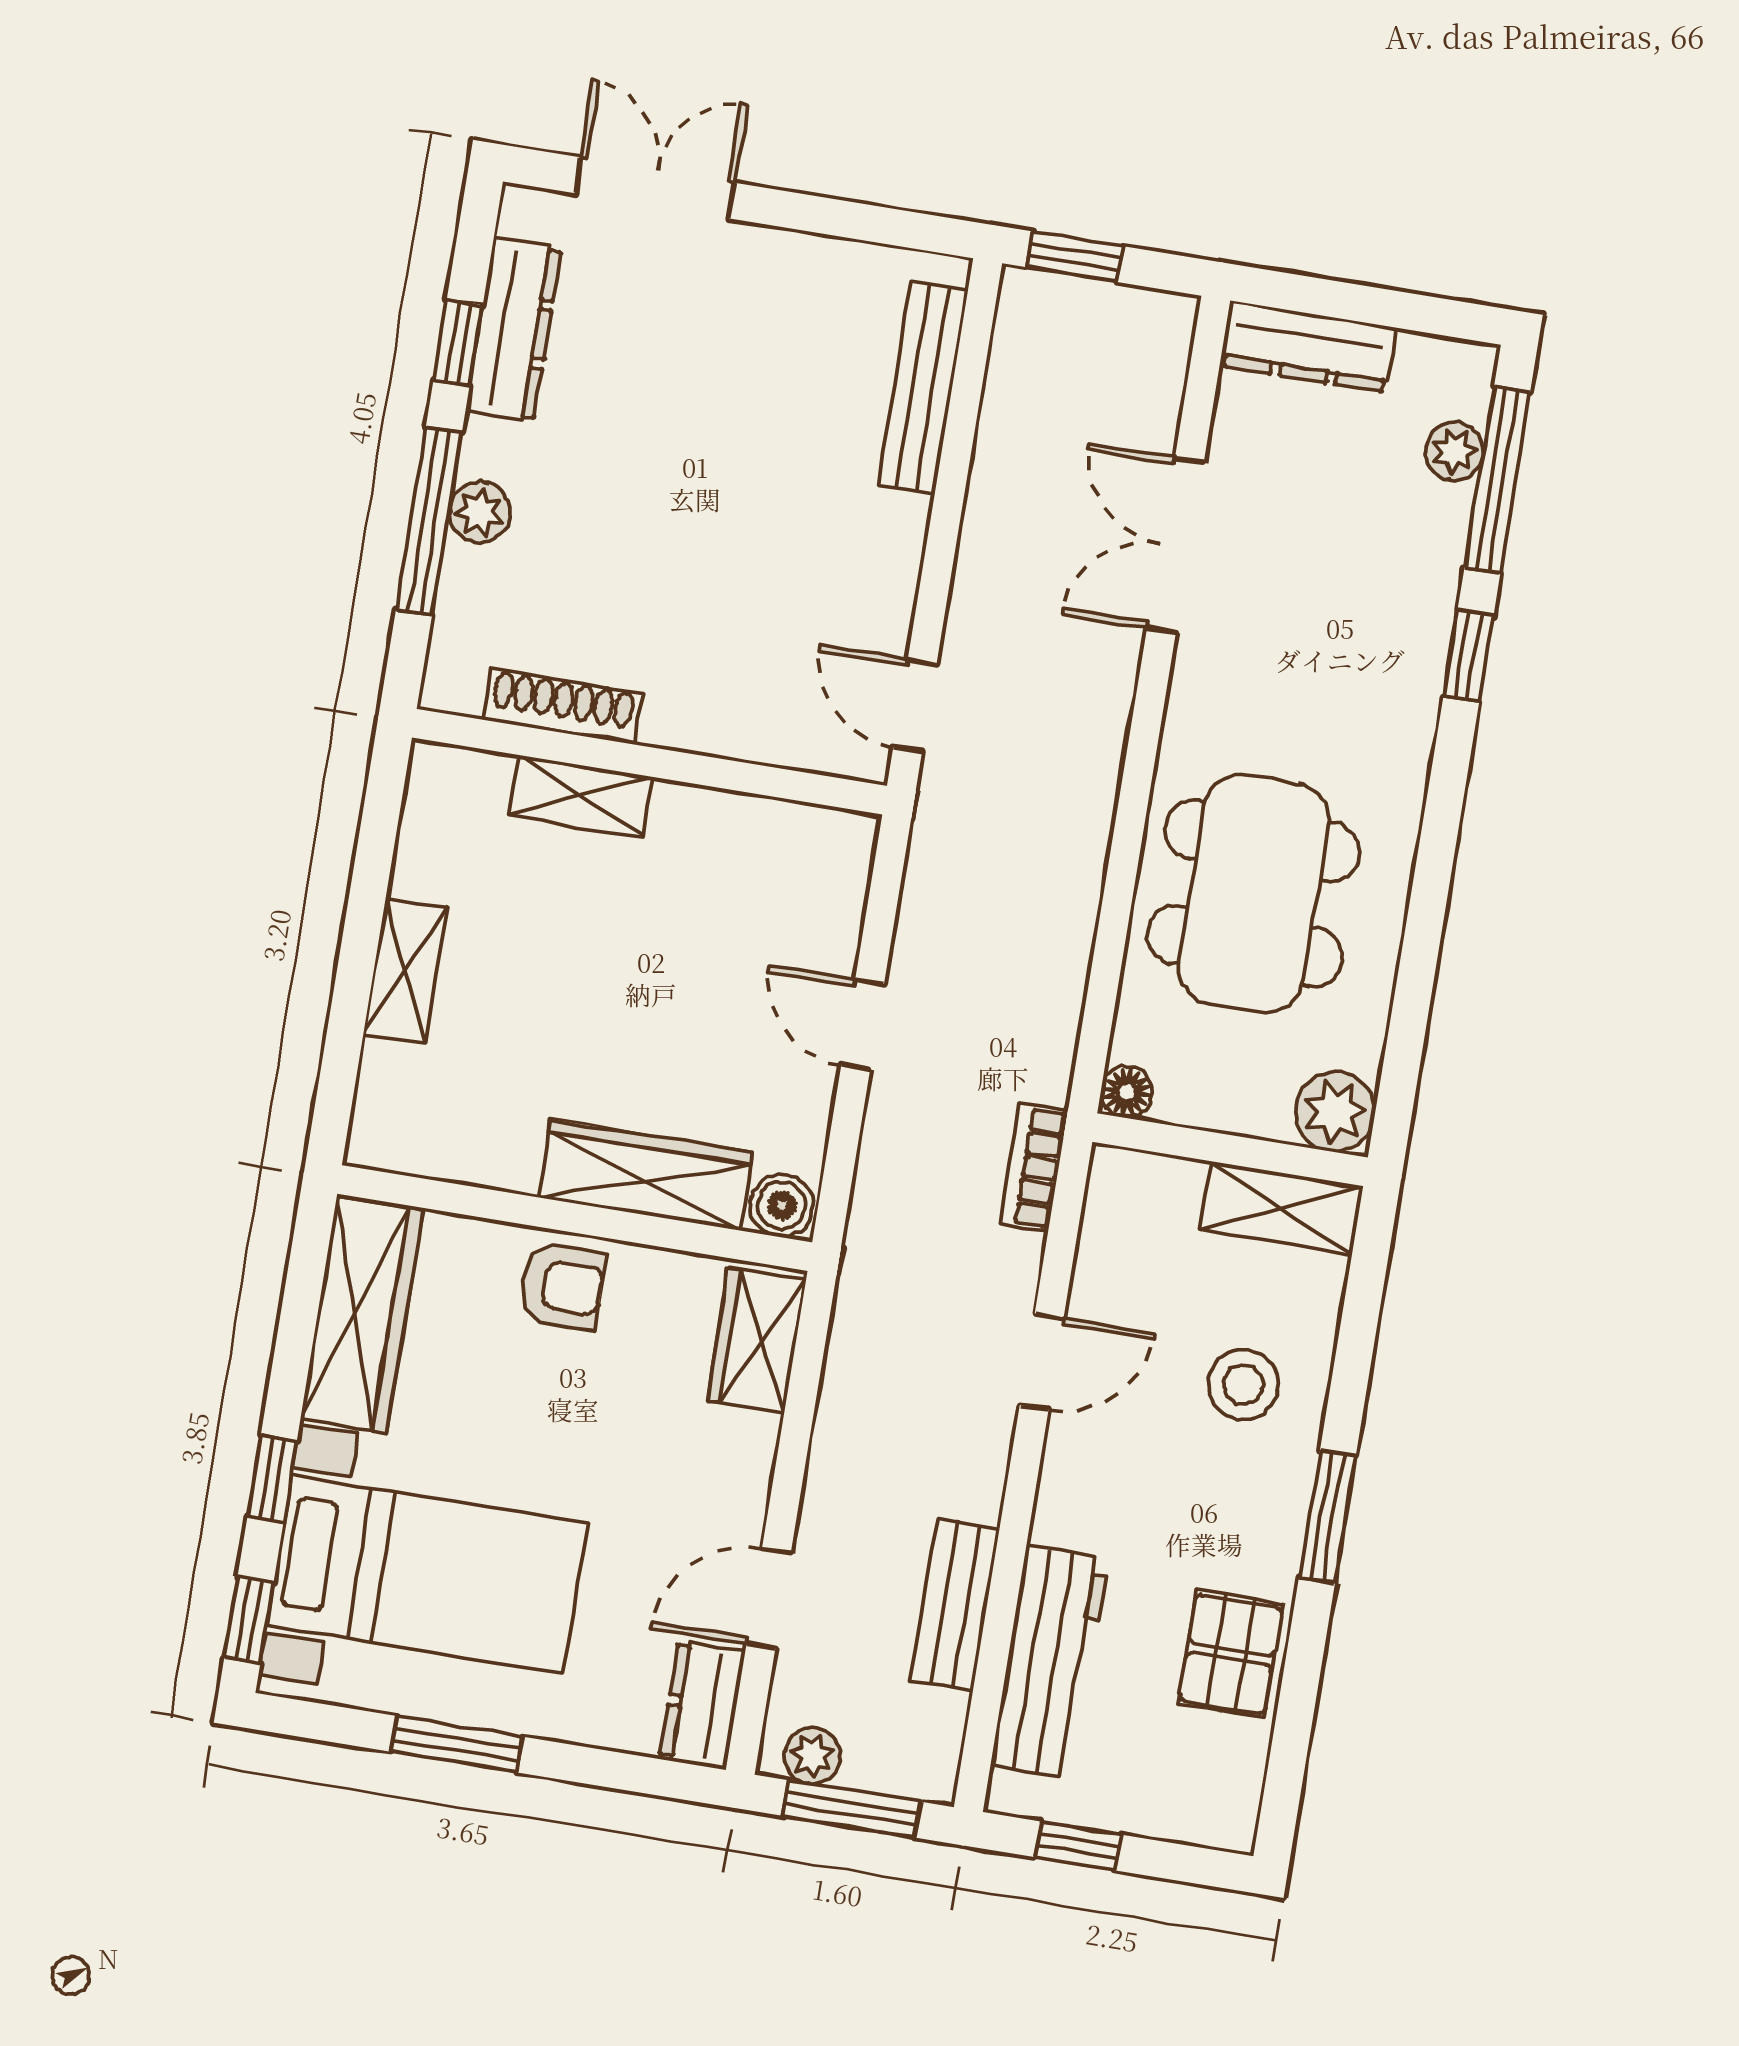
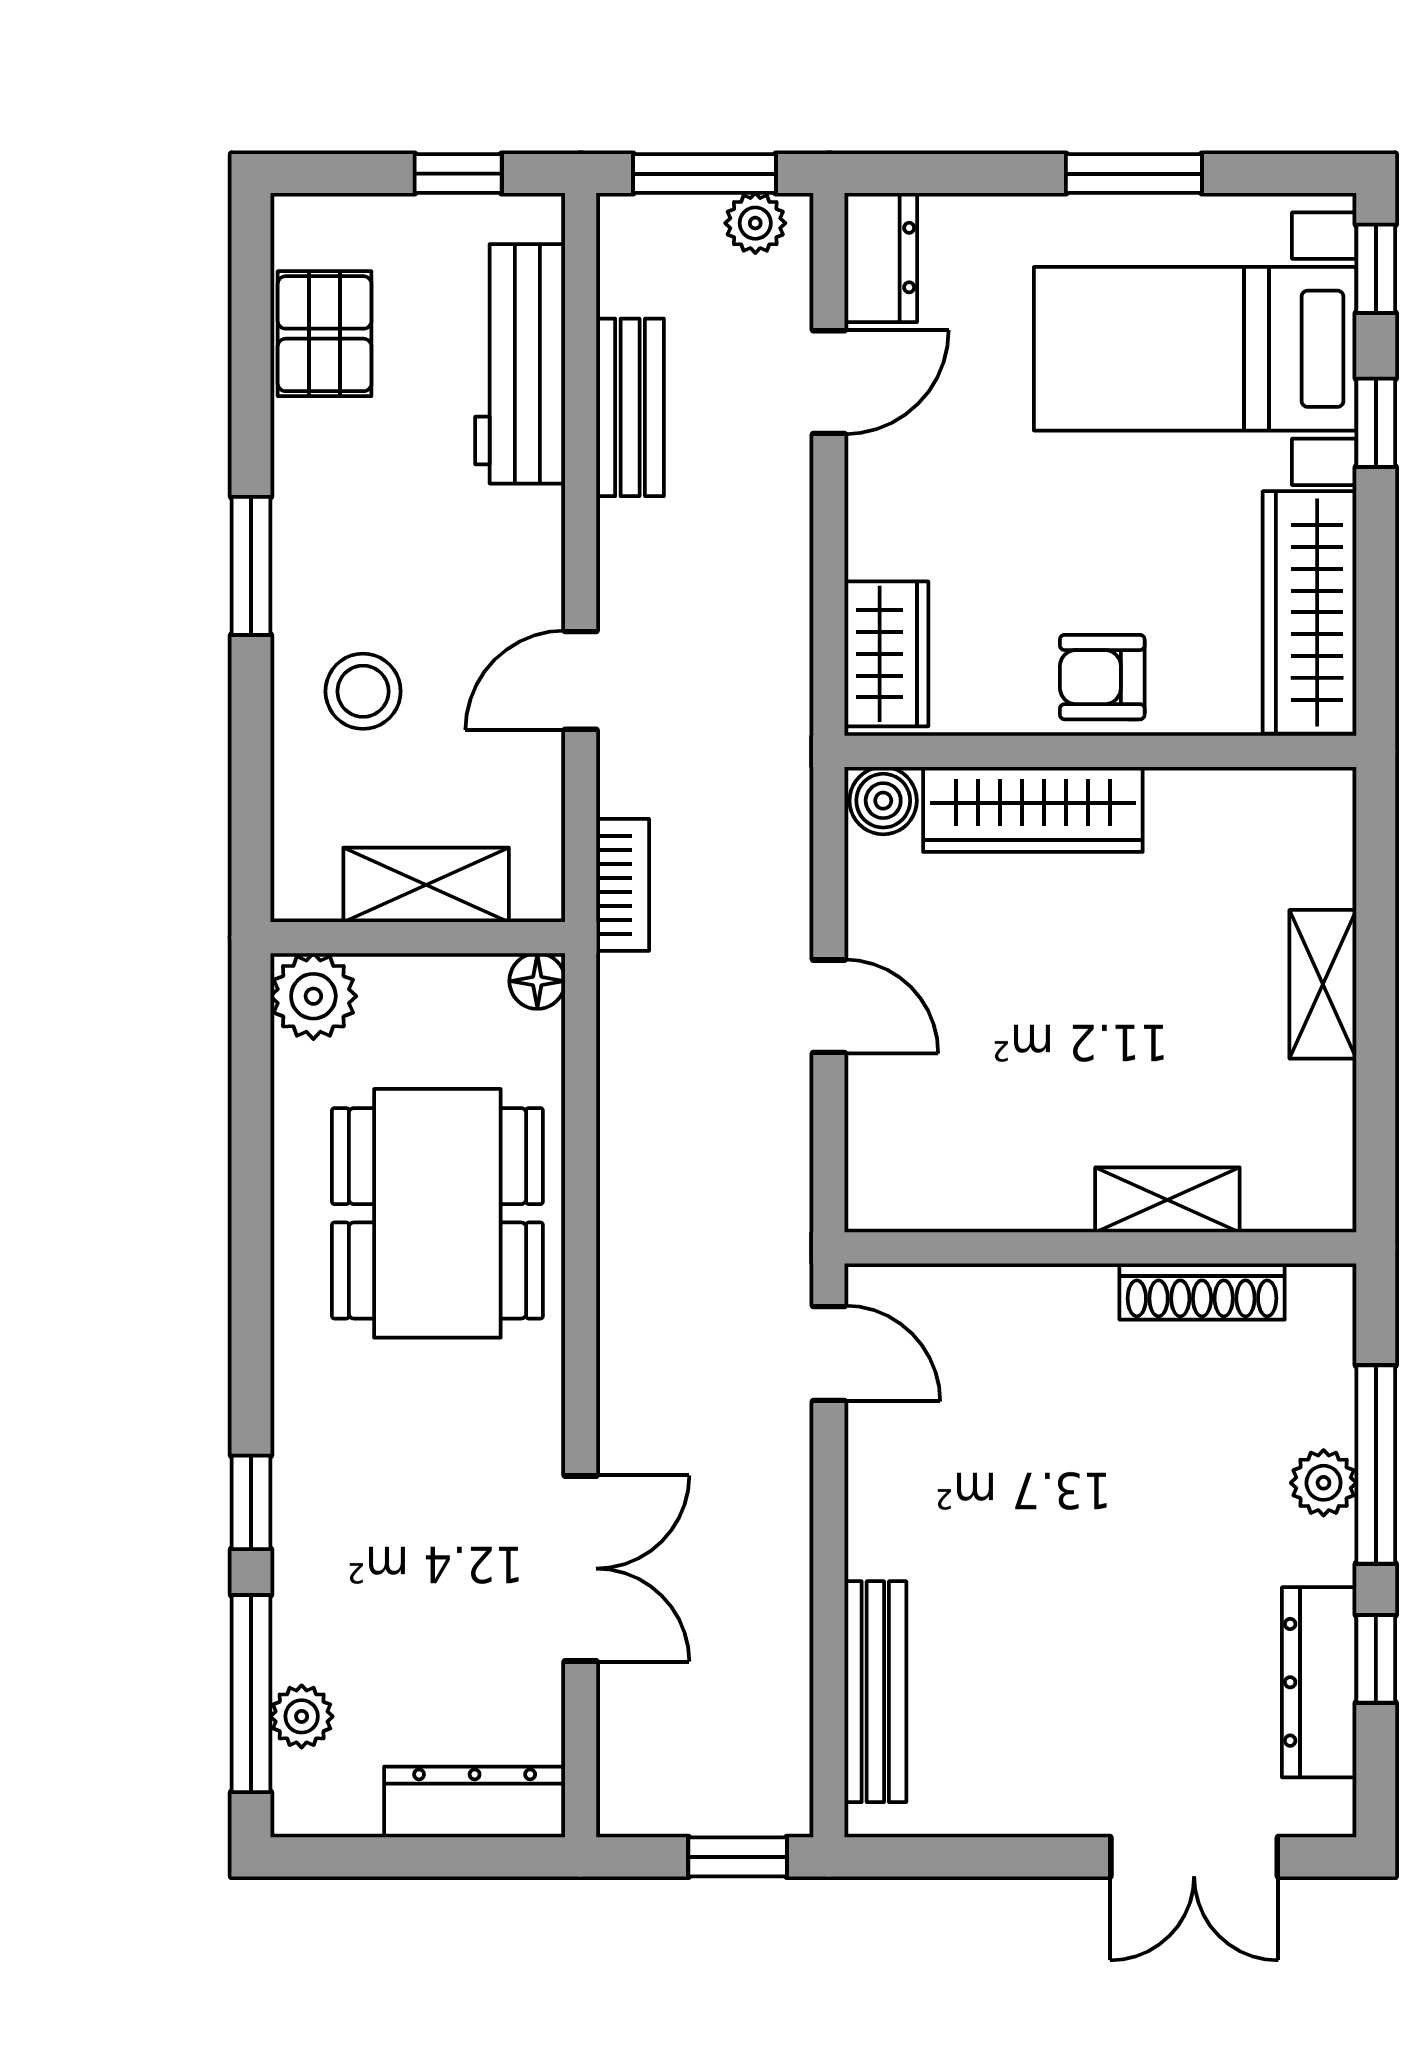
shelving: (1282, 1208) -> (426, 885), moved
pallet: (1230, 1654) -> (325, 334), moved

